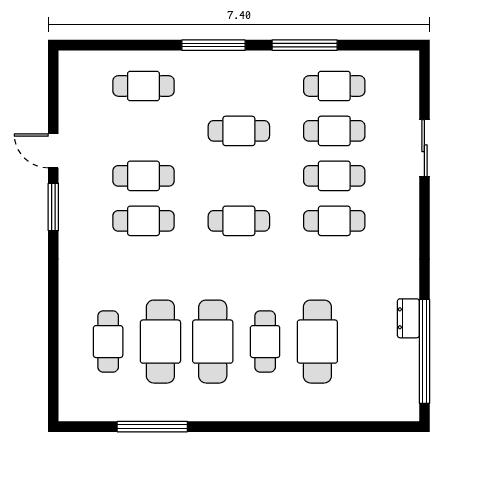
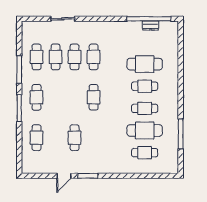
cafe table: (239, 131) -> (37, 97), moved
cafe table: (143, 221) -> (94, 138), removed
dresser: (408, 318) -> (151, 26), moved
cafe table: (213, 342) -> (145, 108), width x0.73, depth x0.74

